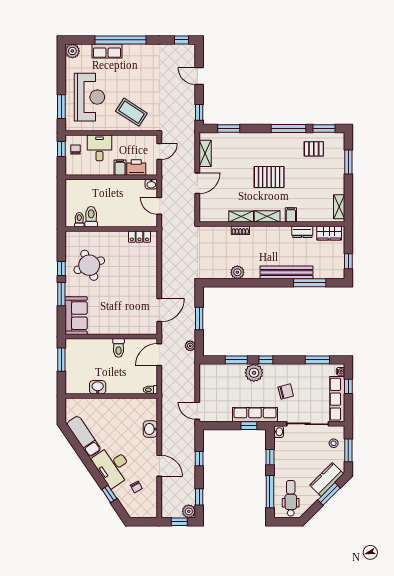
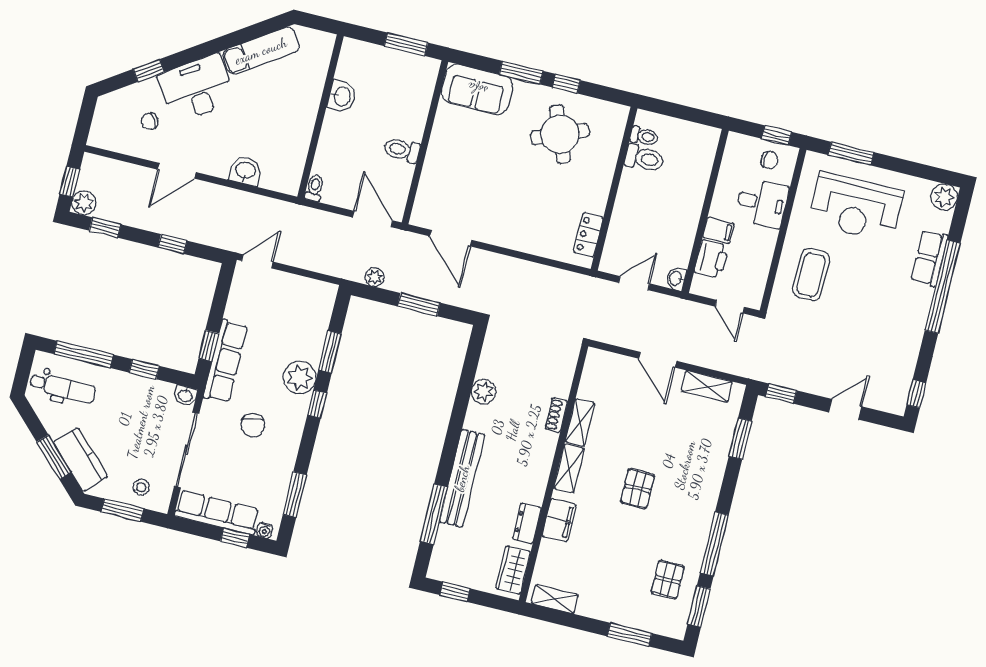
coffee table: (131, 112) -> (811, 275), turned -33
pallet: (269, 177) -> (637, 489), width x0.67, depth x0.71
filing cabinet: (291, 215) -> (559, 520), width x2.00

